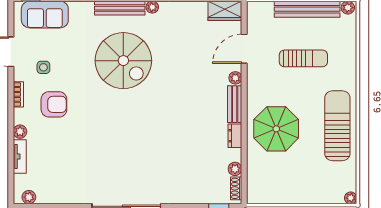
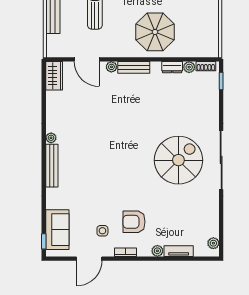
spiral stairs: (123, 61) -> (178, 160), moved
armchair: (54, 104) -> (134, 222), turned -90
dresser: (235, 136) -> (172, 67), moved

